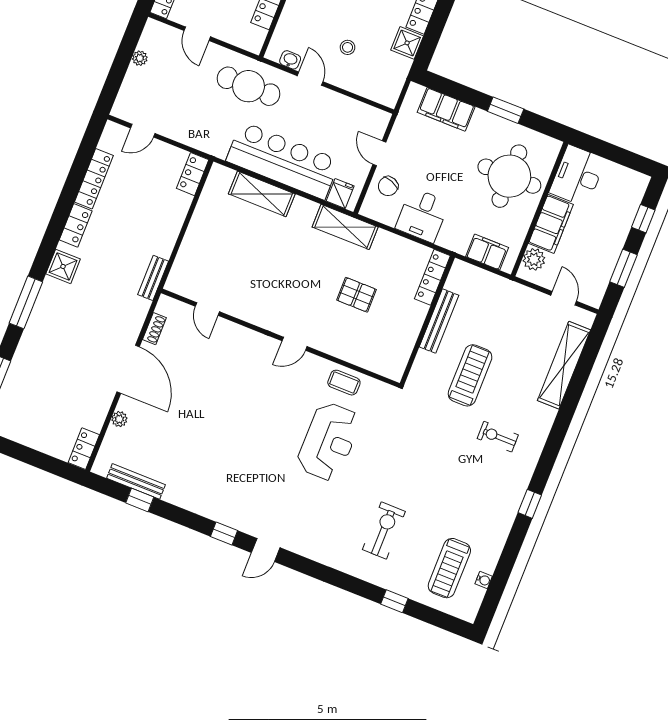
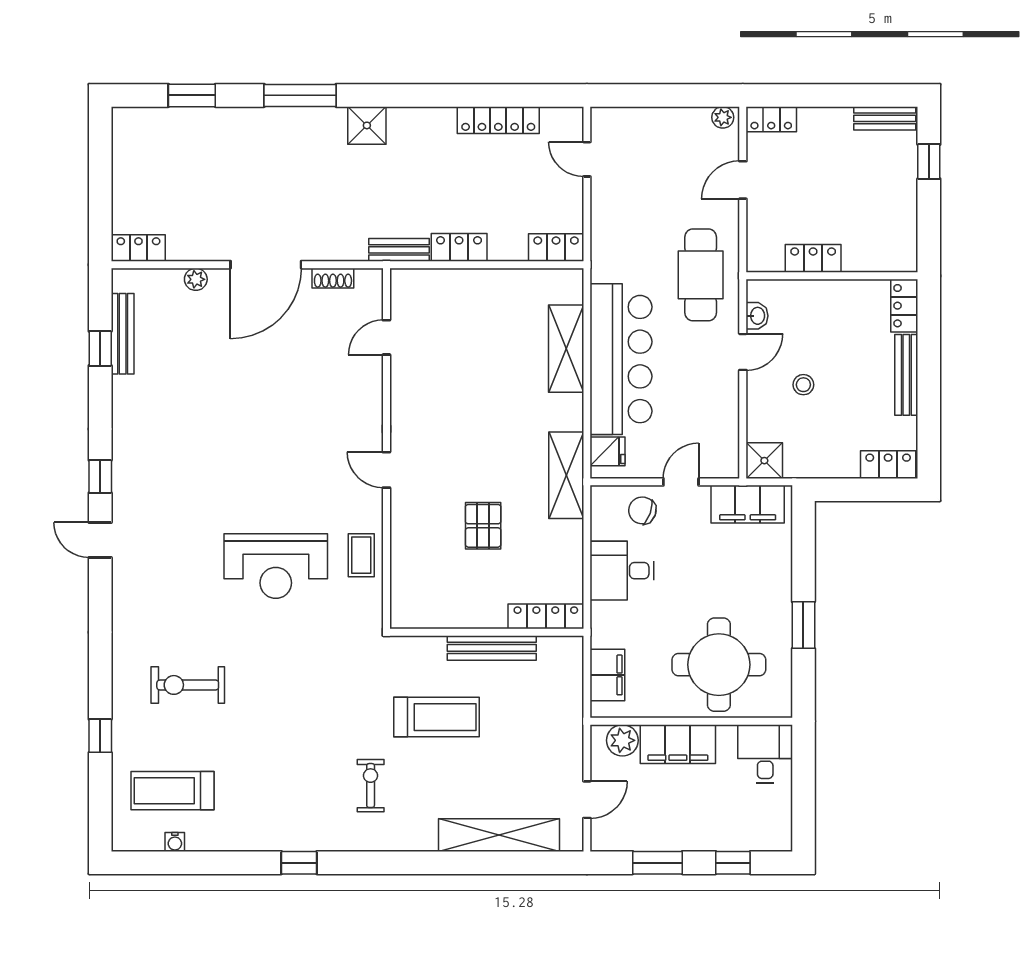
shower: (407, 43) -> (764, 461), moved
plant: (140, 58) -> (723, 117), moved
filing cabinet: (446, 109) -> (748, 504), moved, turned -90
desk: (578, 176) -> (765, 754), width x0.73
locker: (76, 225) -> (459, 247), moved, turned 180
exercise bike: (384, 530) -> (188, 685), turned 180

